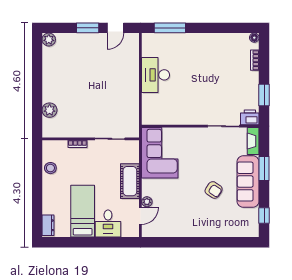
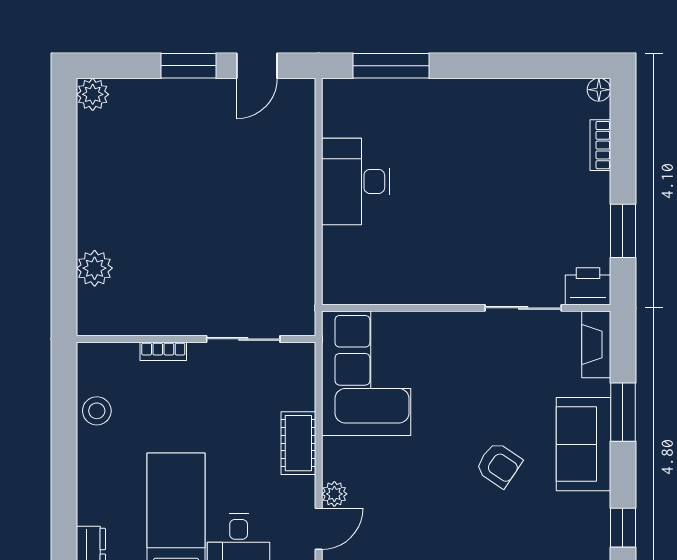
cot: (130, 181) -> (298, 443), width x0.73, depth x0.75
sofa: (248, 182) -> (583, 444), width x0.73

